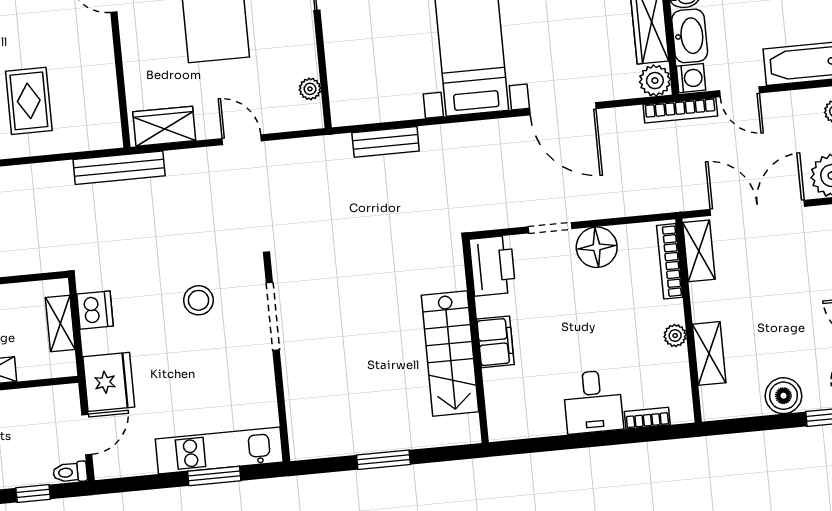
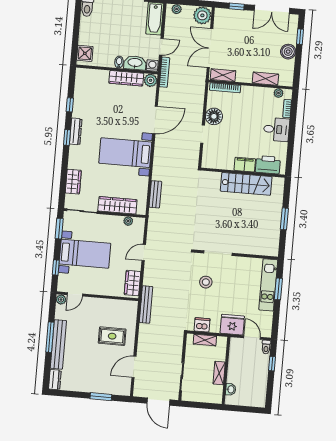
wardrobe: (343, 56) -> (117, 205), added
printer: (492, 266) -> (268, 165), moved
plant: (675, 336) -> (279, 93), moved

